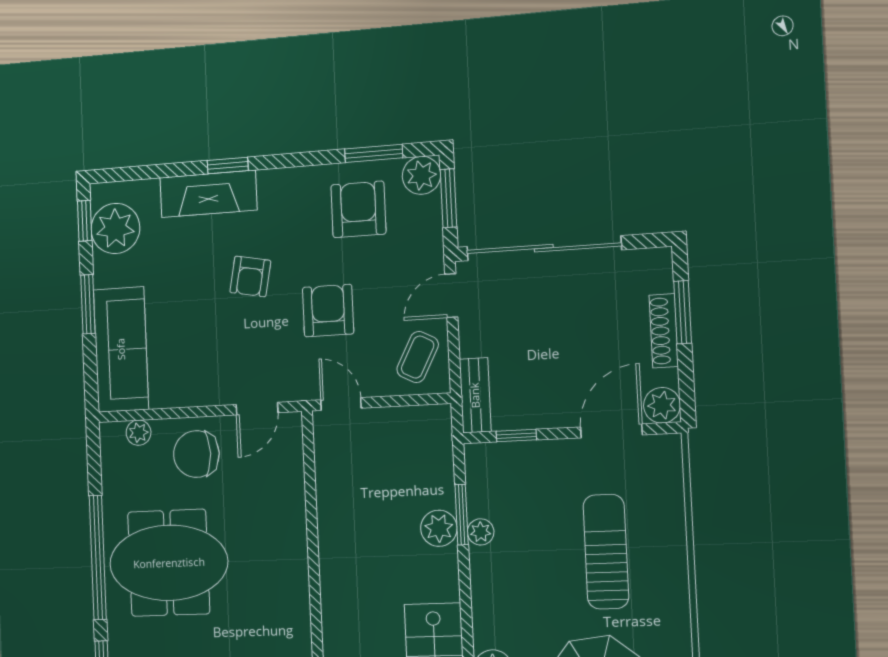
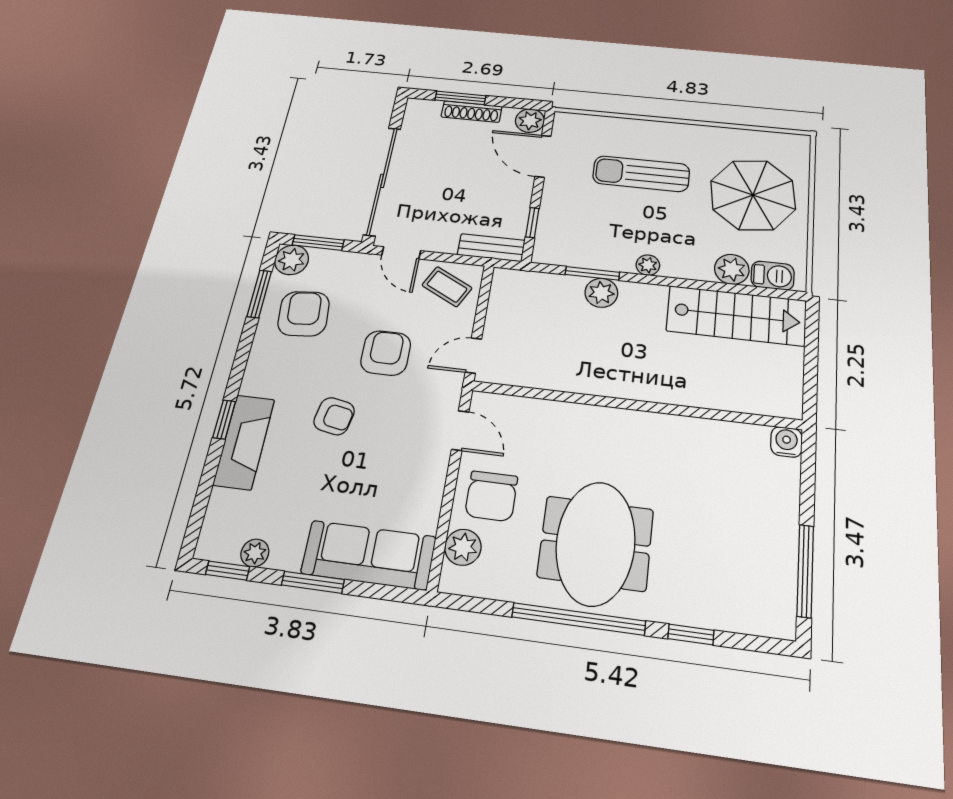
armchair: (358, 209) -> (304, 314), turned 85
plant: (115, 228) -> (255, 553), width x0.53, depth x0.53
armchair: (328, 311) -> (386, 353), turned 90
plant: (138, 433) -> (463, 547), width x1.38, depth x1.38
plant: (481, 532) -> (648, 265), moved

